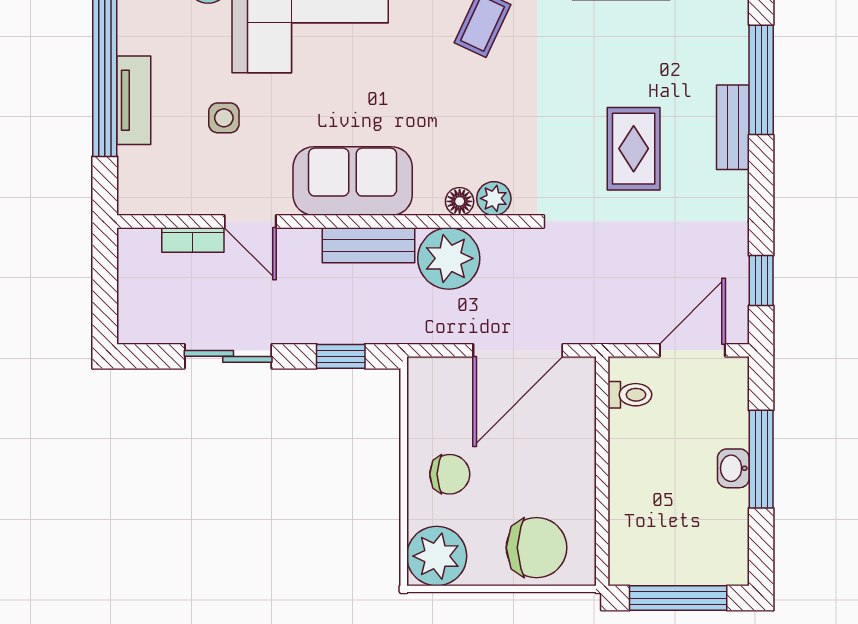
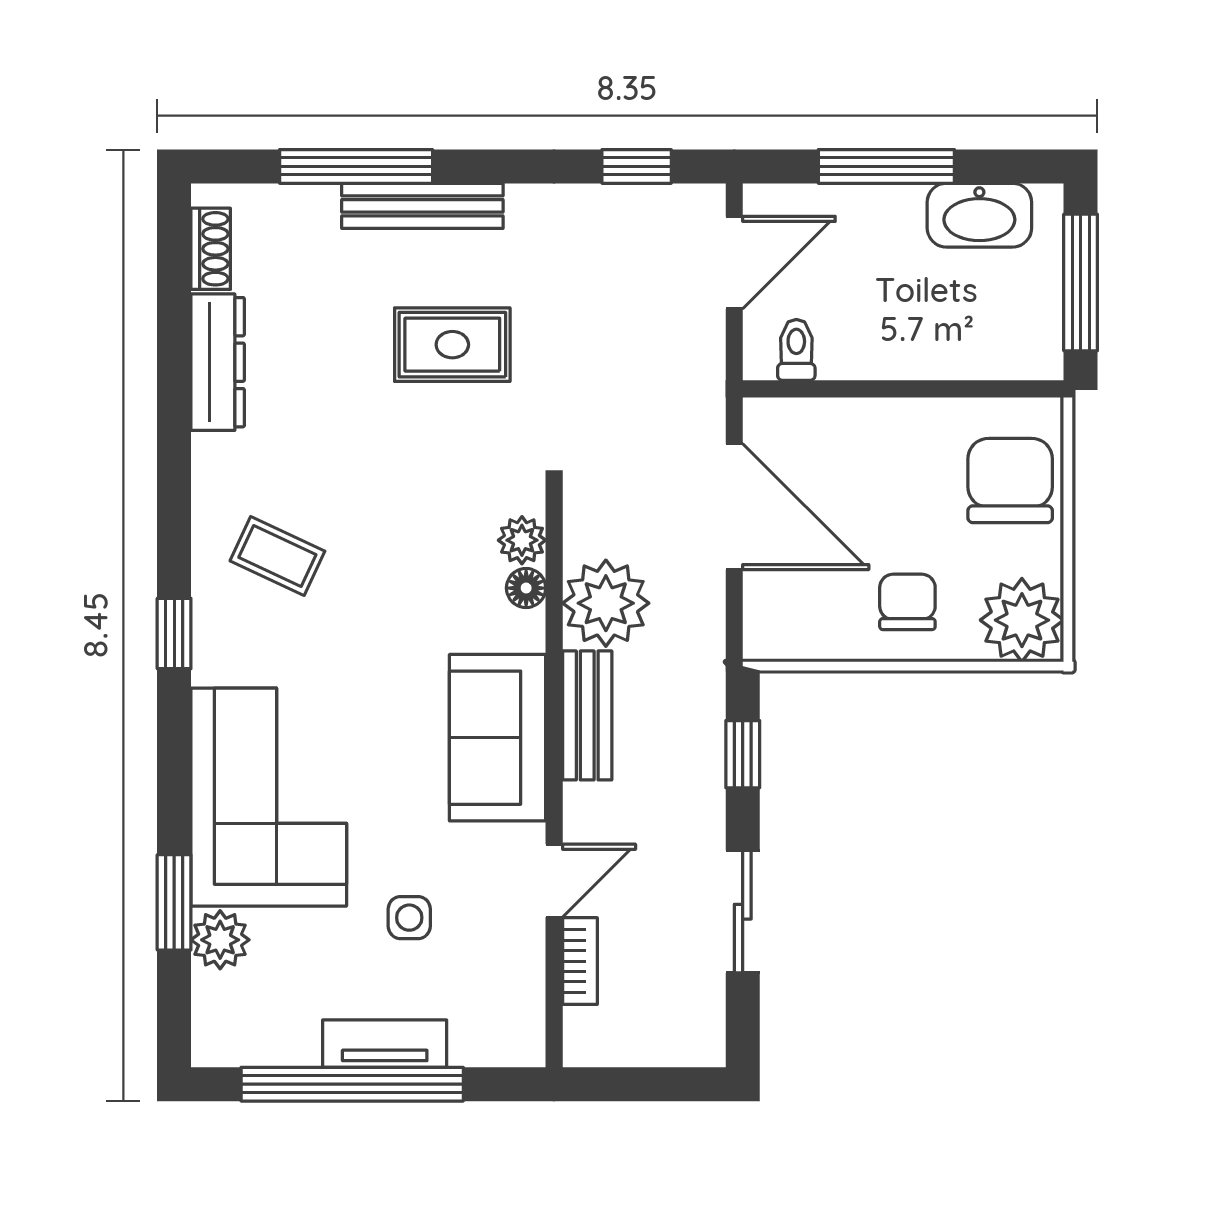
bench: (733, 127) -> (422, 206), width x1.36
door: (692, 350) -> (734, 263), swing flipped
washbasin: (733, 468) -> (979, 215), moved, width x1.91, depth x1.45

